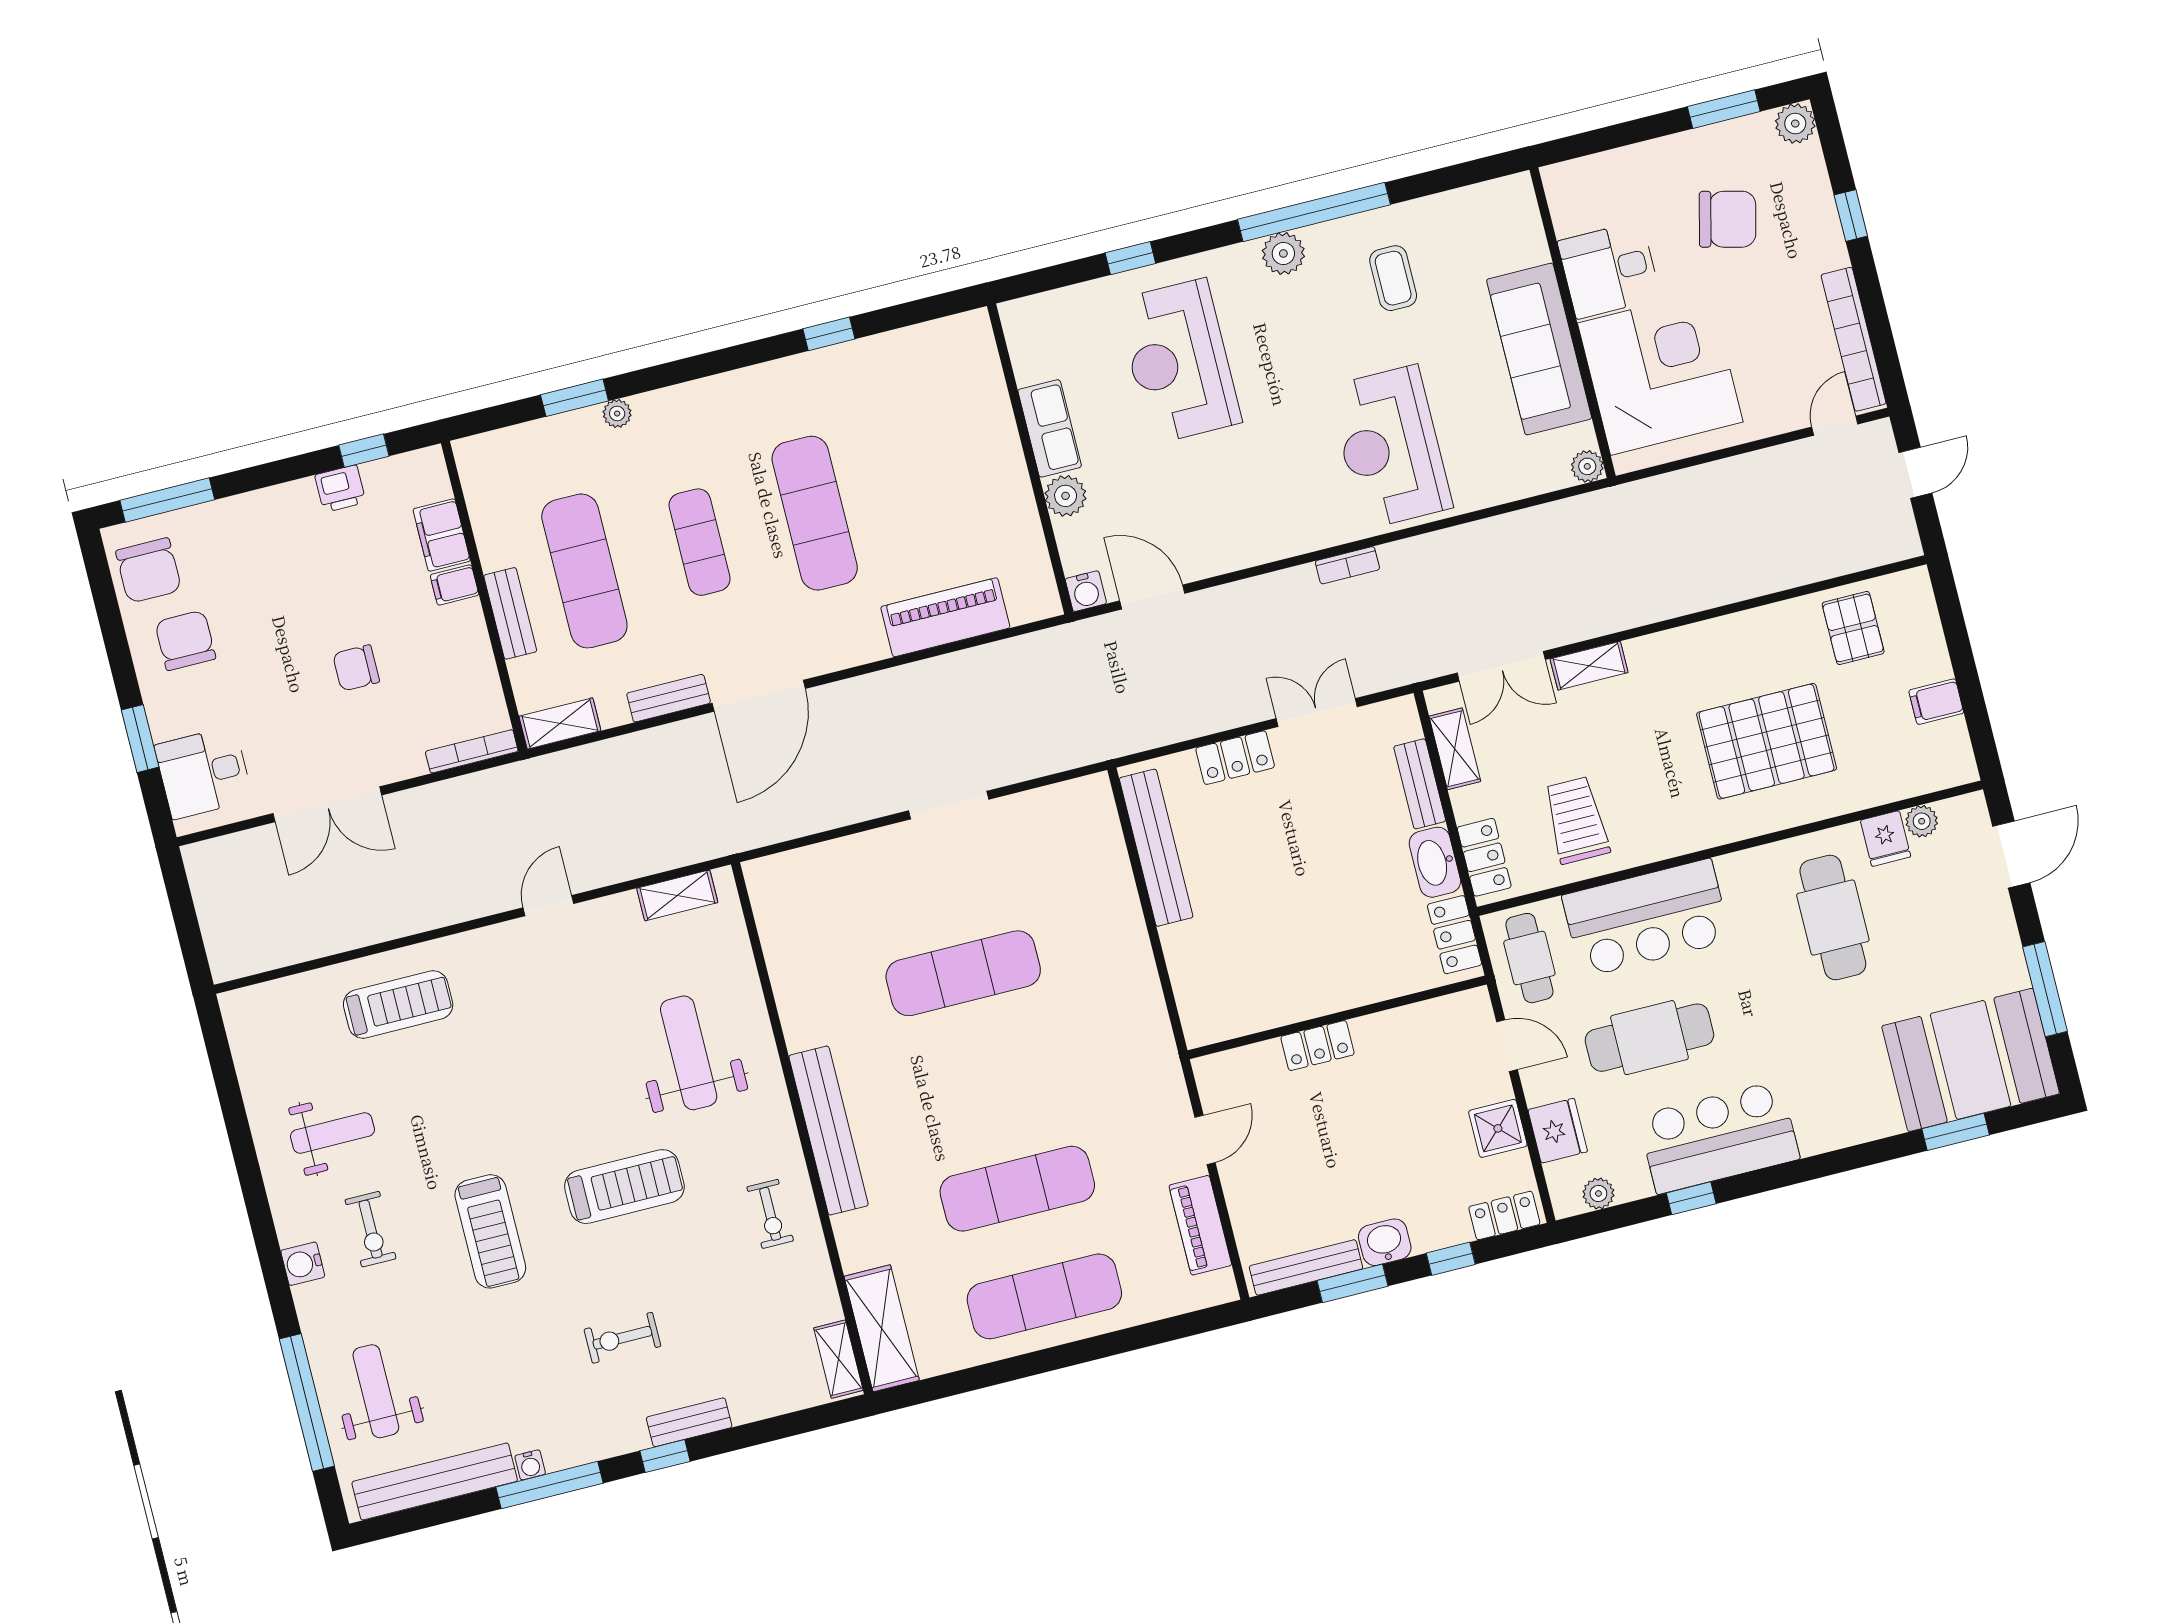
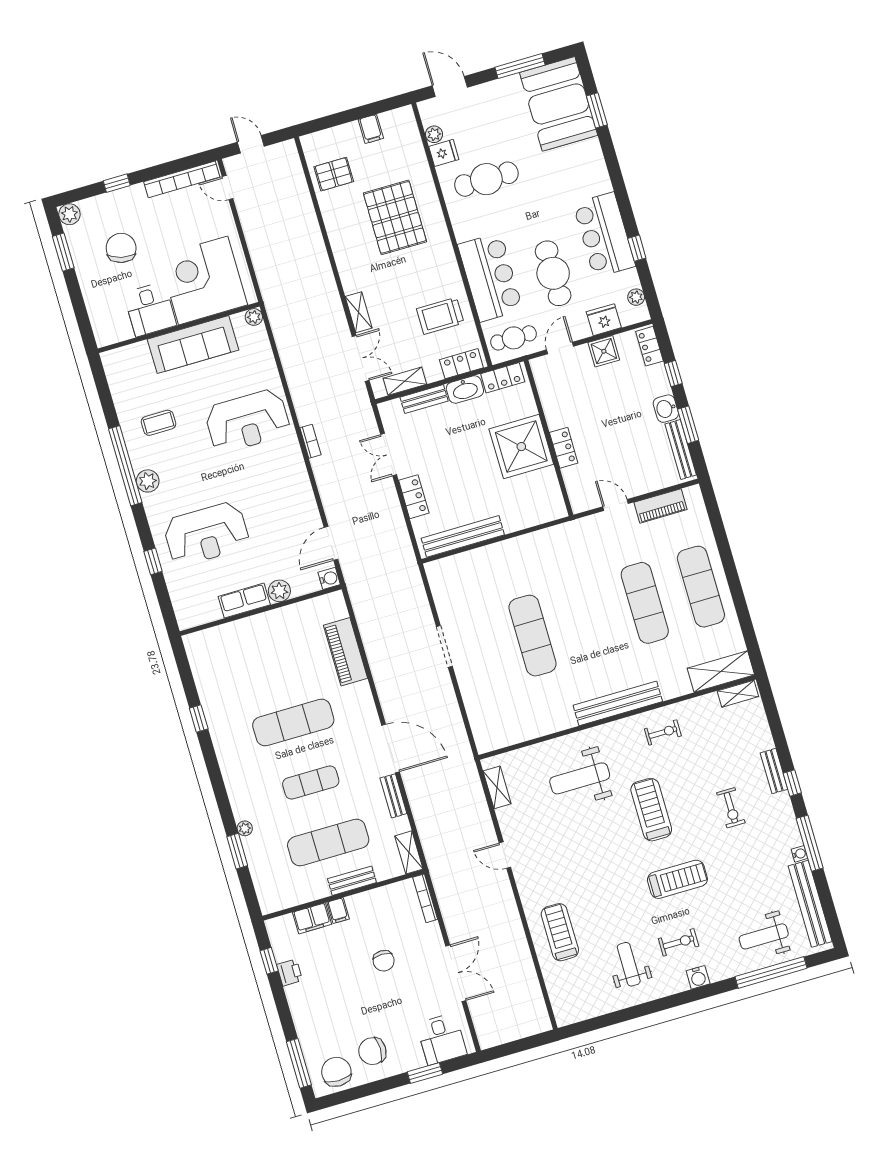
chair: (149, 570) -> (336, 1072), turned -90
shower: (1323, 965) -> (521, 447), added

